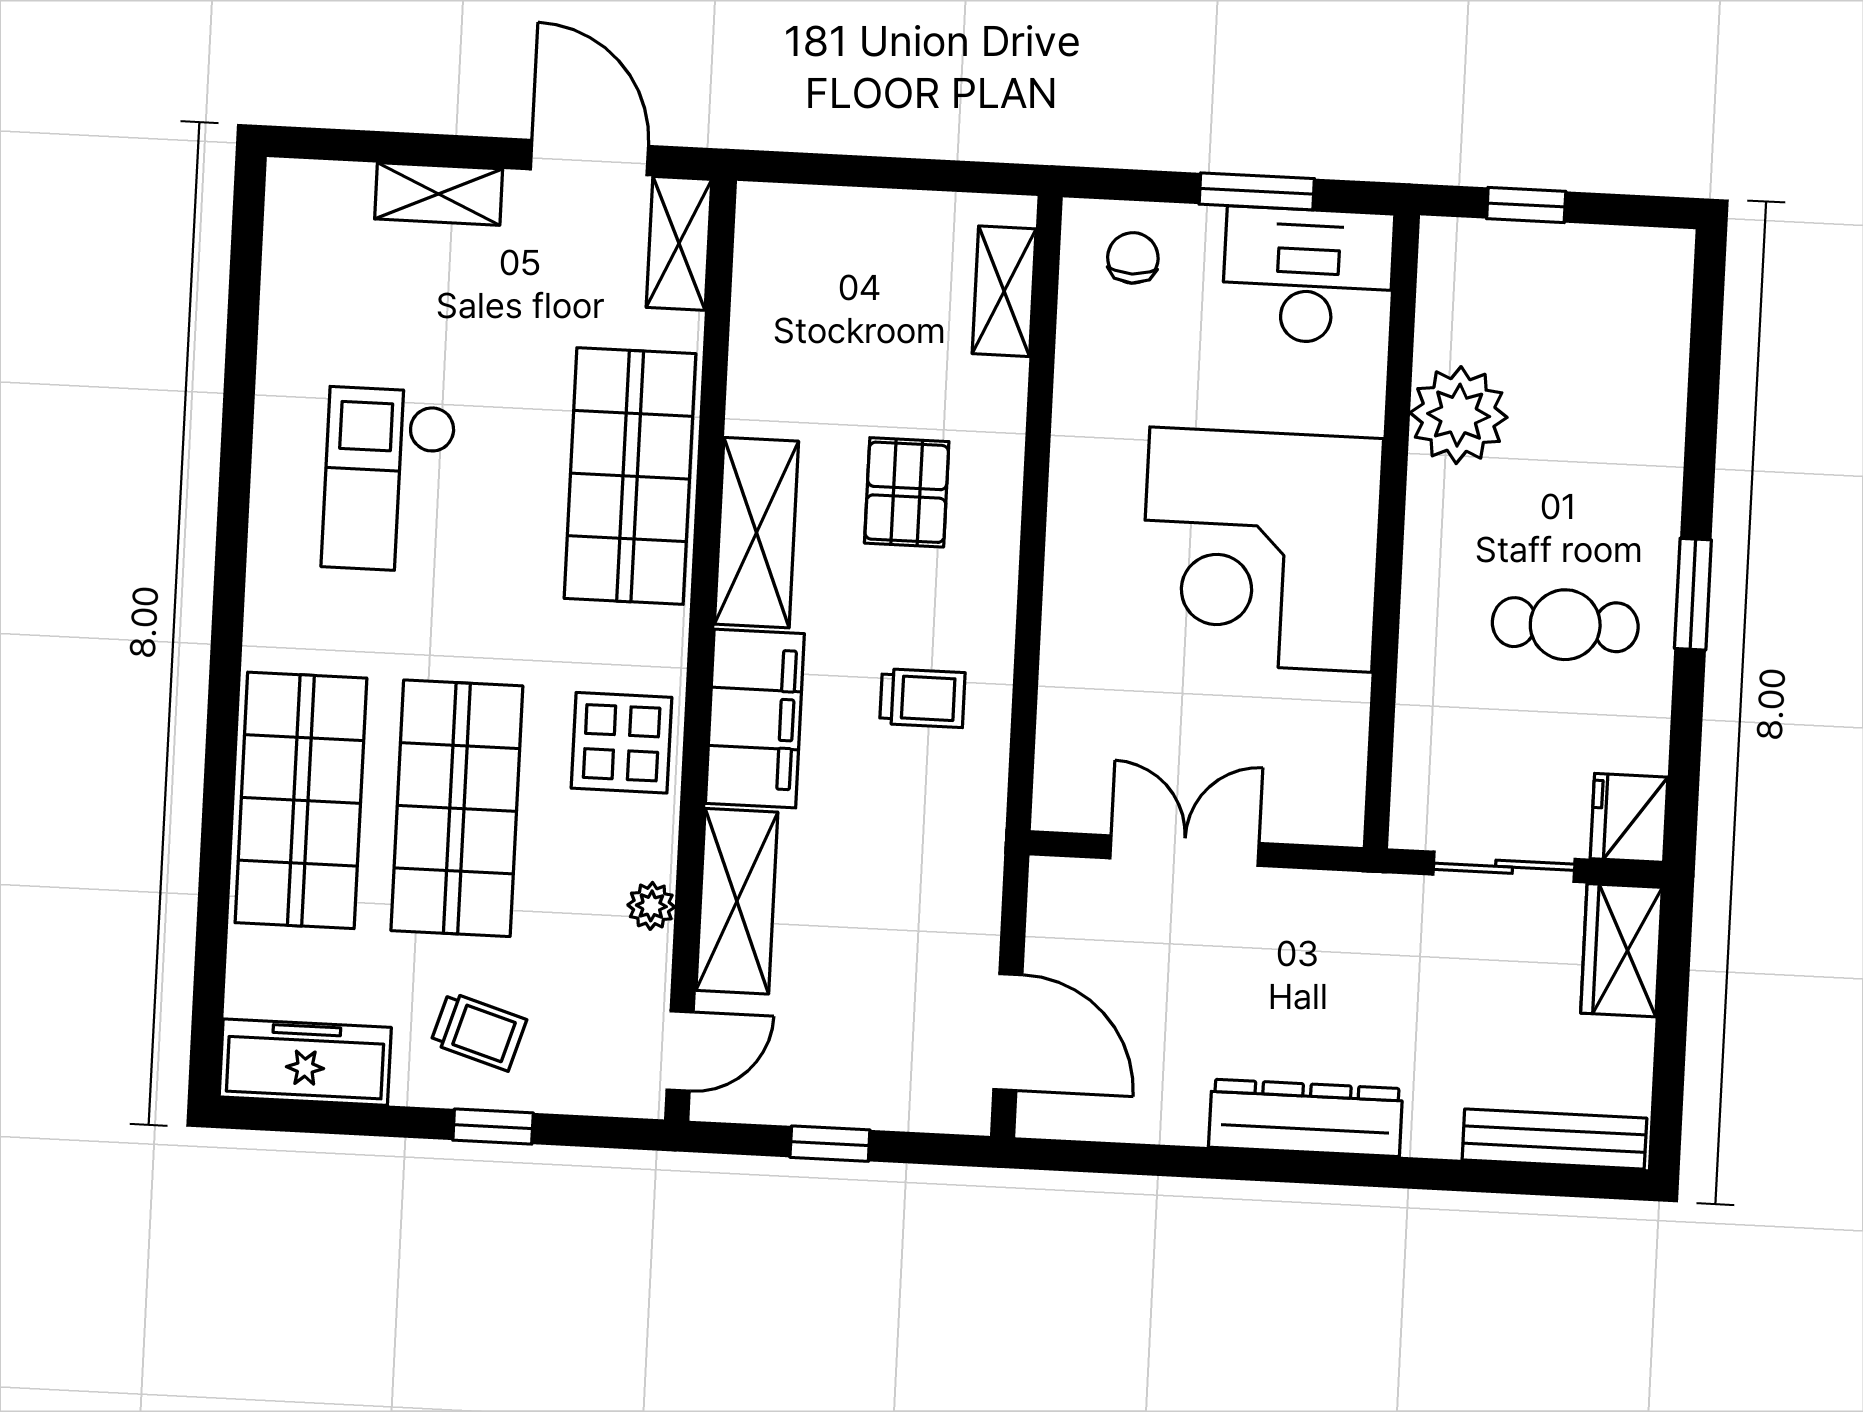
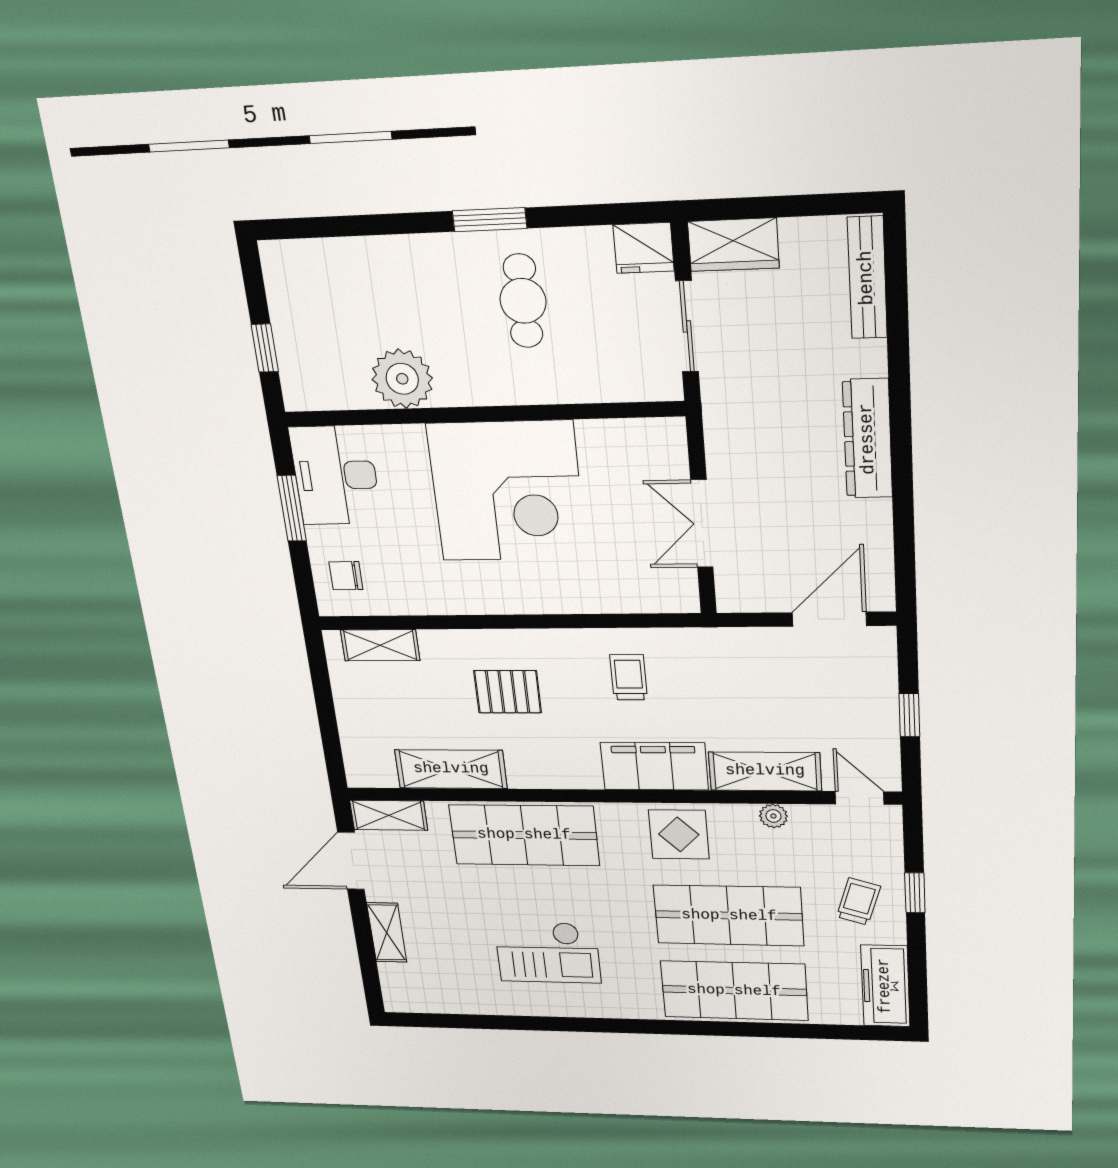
shelving: (756, 533) -> (451, 769), moved

